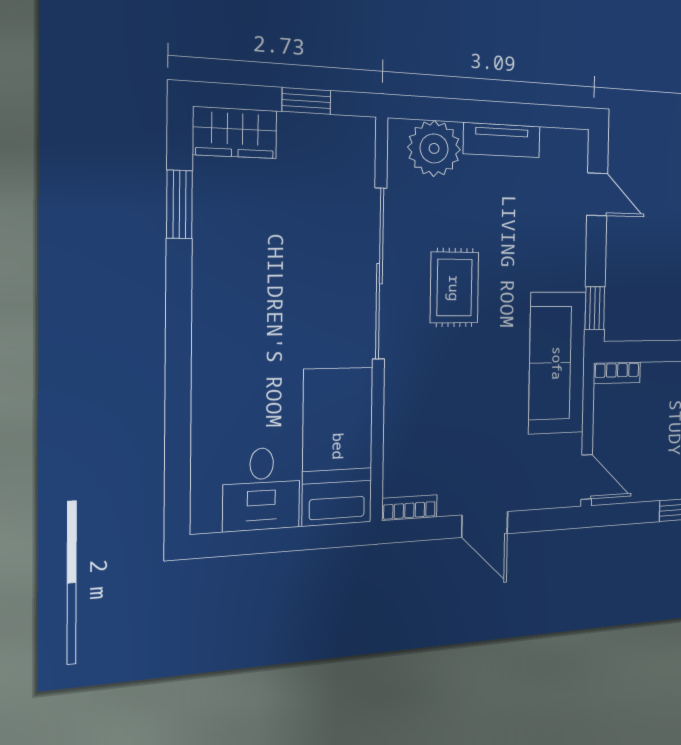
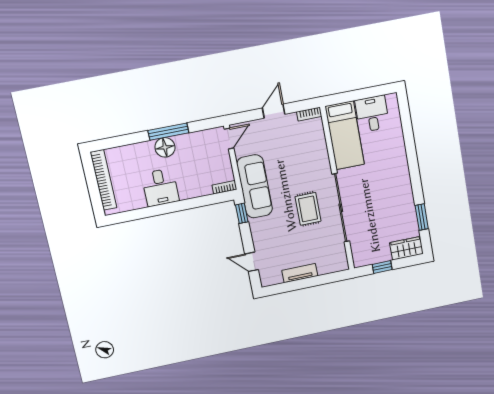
plant: (434, 148) -> (328, 262), removed
door: (587, 477) -> (229, 139), swing flipped
door: (485, 524) -> (274, 111), hinge flipped

